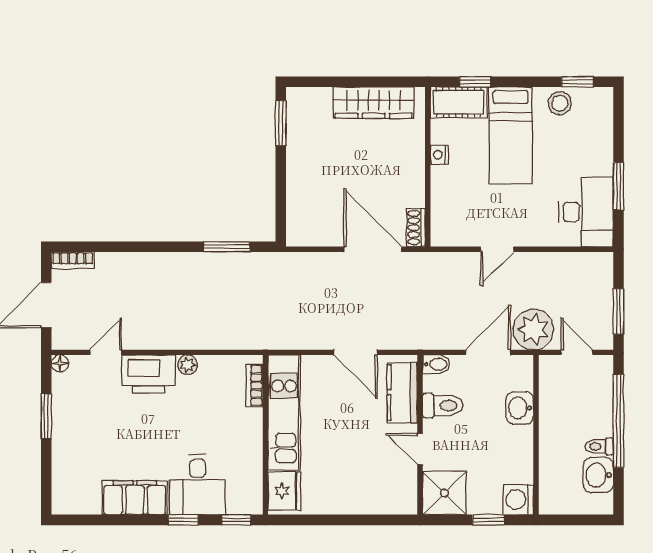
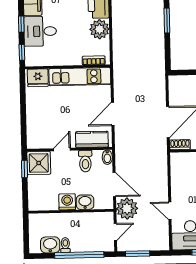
window: (227, 247) -> (167, 21), moved
door: (497, 249) -> (170, 211), moved
plant: (187, 365) -> (100, 29), width x1.87, depth x1.87
washing machine: (518, 500) -> (67, 202), moved
window: (489, 520) -> (25, 169), moved

